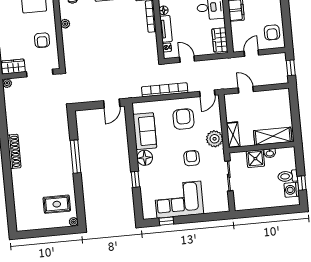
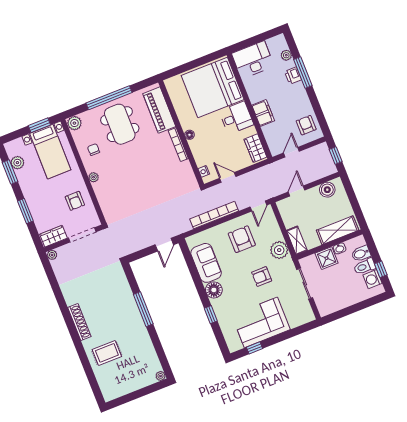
tv unit: (166, 29) -> (197, 153), removed
armchair: (272, 32) -> (306, 125), turned 180
door: (246, 90) -> (296, 191), hinge flipped
boiler: (274, 97) -> (327, 190), added
armchair: (192, 158) -> (262, 276), turned -90
bidet: (288, 164) -> (361, 254), added
rug: (57, 204) -> (107, 353), moved

